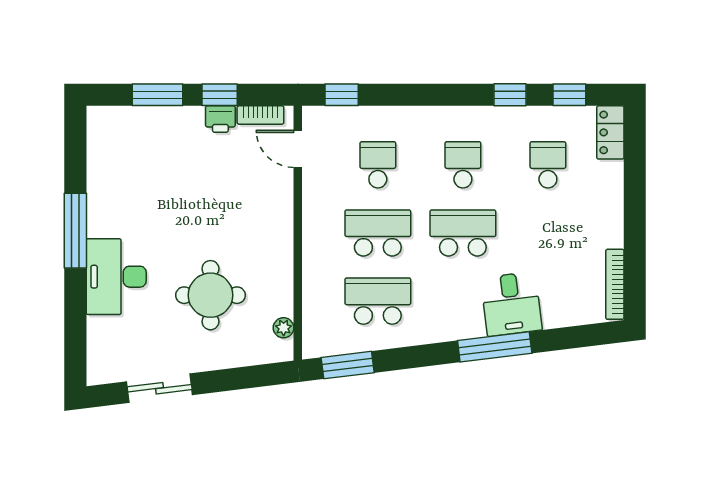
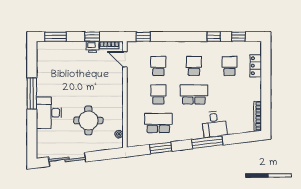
window: (157, 95) -> (56, 37), moved
locker: (610, 132) -> (256, 66), moved
school desk: (378, 233) -> (158, 94), width x0.54
window: (348, 365) -> (161, 148), moved
sliding door: (160, 388) -> (67, 159), width x1.37

